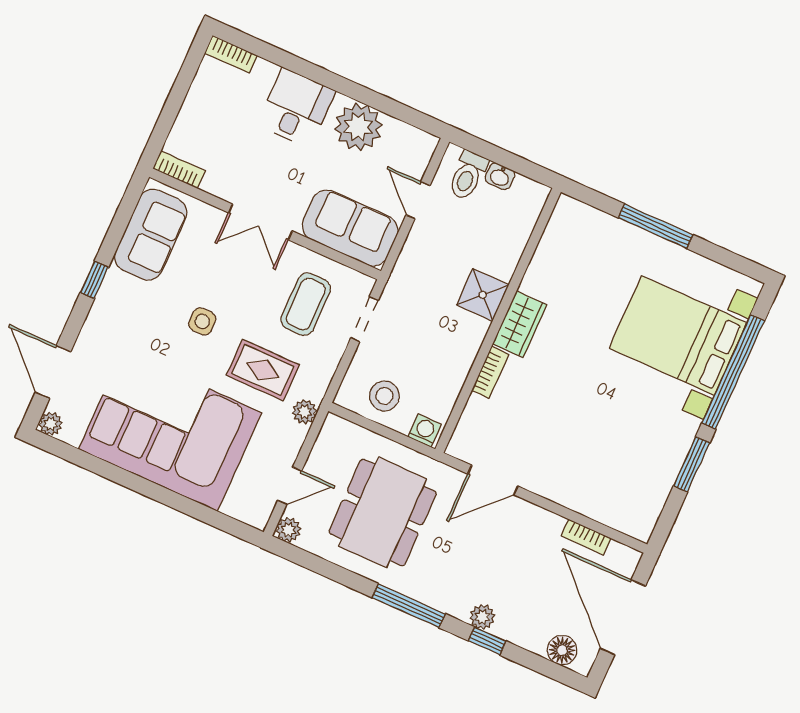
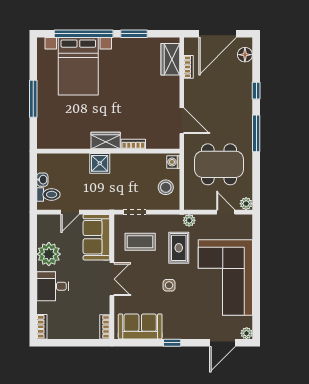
wardrobe: (615, 510) -> (170, 59), added
plant: (482, 617) -> (246, 98), removed

